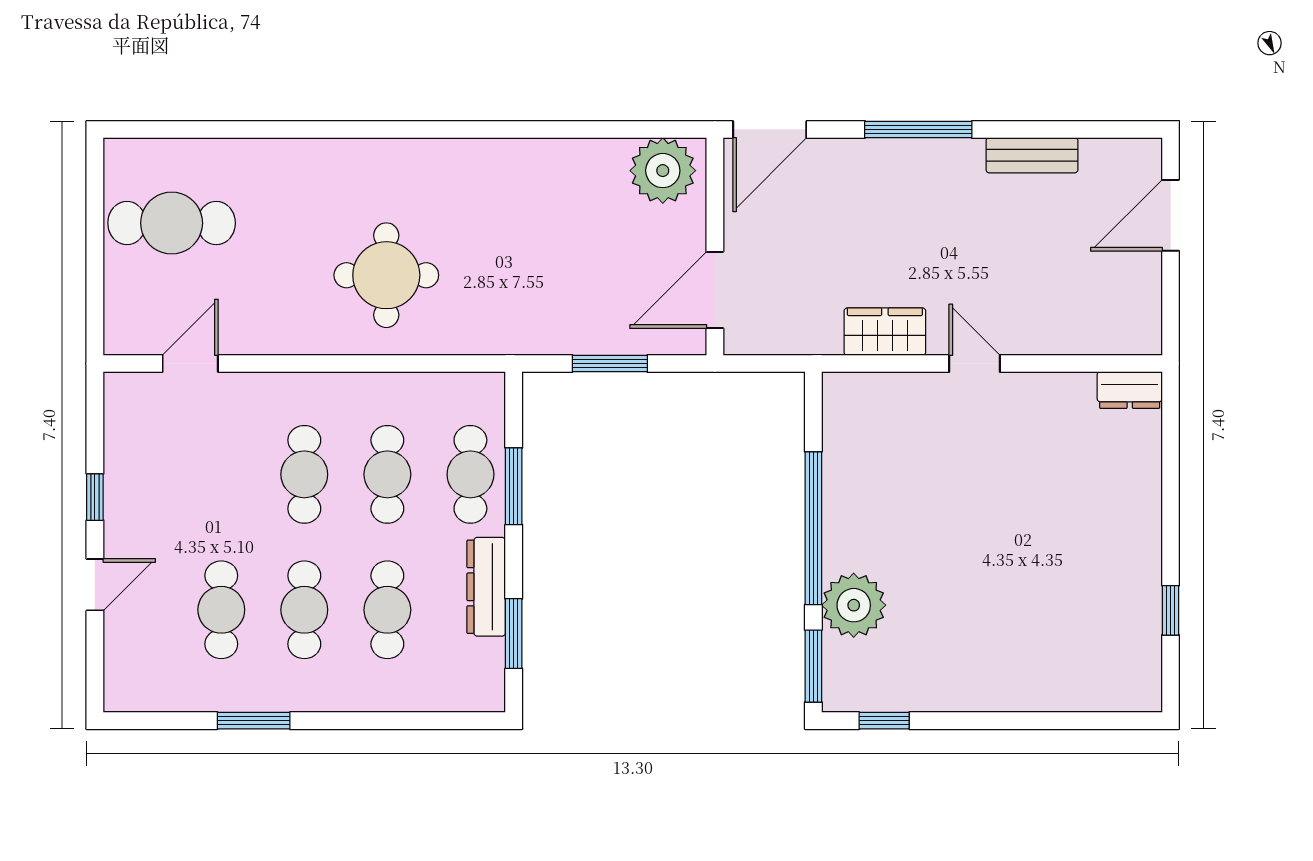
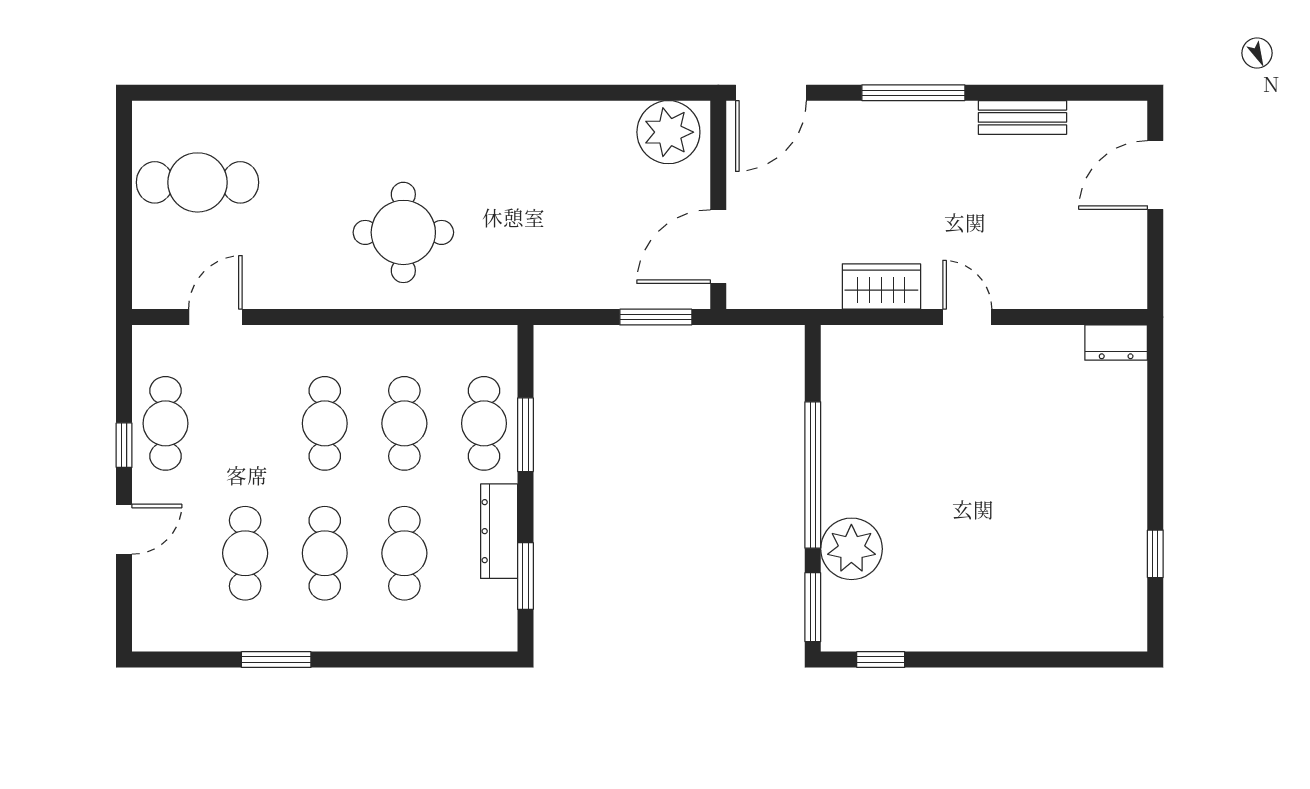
window: (610, 363) -> (656, 317), moved
cafe table: (138, 474) -> (166, 423), added

